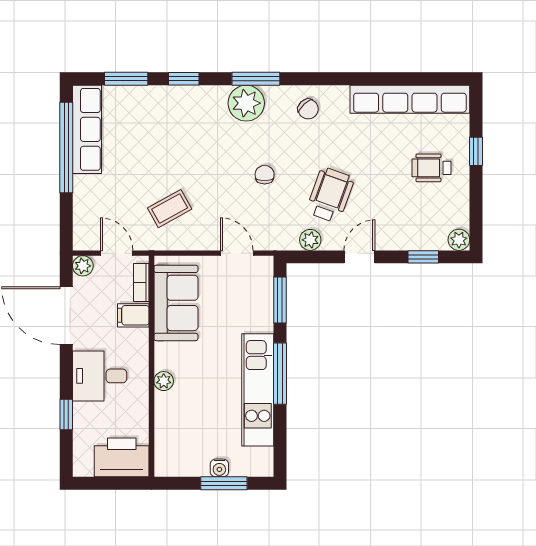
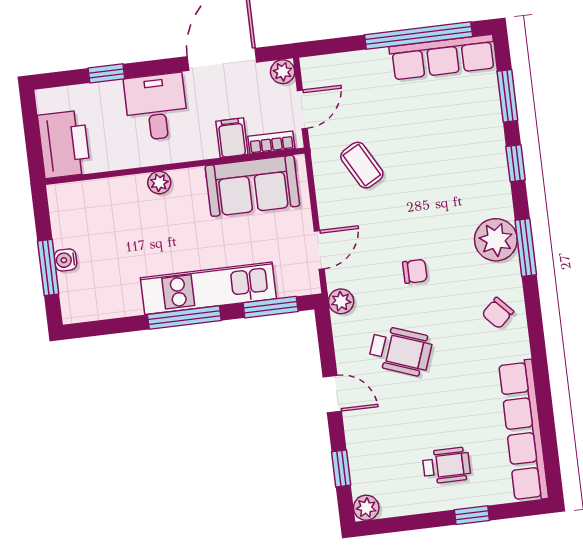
wheelchair: (432, 168) -> (446, 466), turned 90
plant: (310, 240) -> (341, 301), moved
kitchen unit: (258, 390) -> (208, 288), moved

